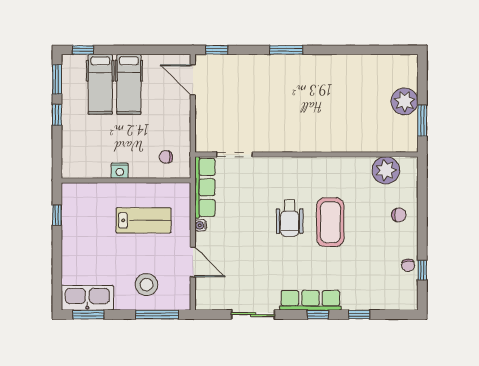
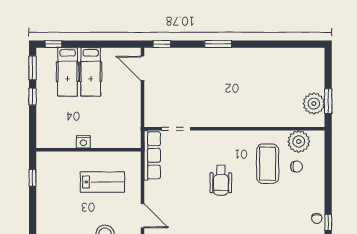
plant: (405, 101) -> (314, 104), moved
chair: (166, 157) -> (121, 131), removed
chair: (399, 215) -> (297, 167), moved
coffee table: (330, 222) -> (268, 164), moved
water cooler: (201, 225) -> (149, 186), removed

